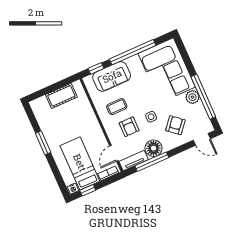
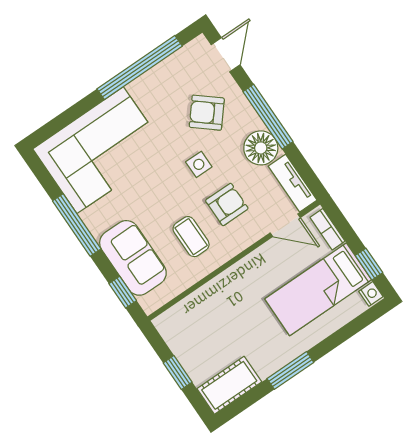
window: (133, 52) -> (77, 225), width x0.68
window: (52, 88) -> (178, 372), added
cot: (61, 96) -> (229, 385), moved, turned 90
plant: (192, 97) -> (144, 89), removed
window: (152, 162) -> (268, 117), moved

